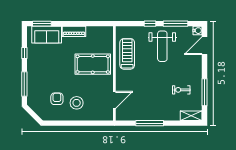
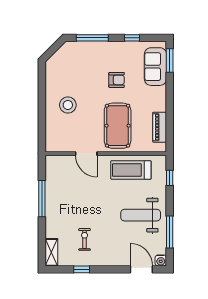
window: (150, 24) -> (170, 178), moved
piano: (74, 31) -> (160, 127), moved
treadmill: (127, 54) -> (131, 170), turned 180
window: (205, 92) -> (82, 269), width x0.46
armchair: (57, 99) -> (117, 80), moved
door: (114, 100) -> (86, 154), moved

